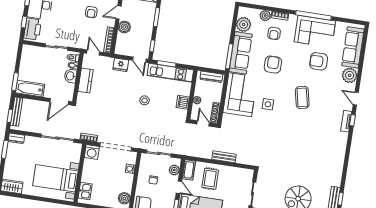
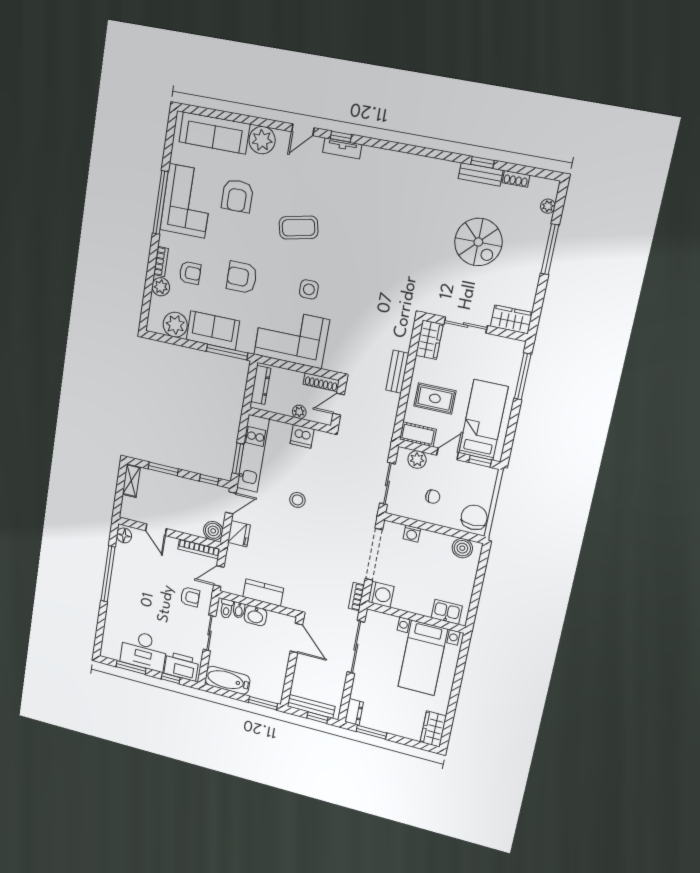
armchair: (91, 12) -> (190, 597), moved
boiler: (124, 27) -> (213, 531), moved
sofa: (241, 53) -> (213, 330), width x0.73
bathtub: (30, 89) -> (228, 680), moved, turned 90
wardrobe: (243, 174) -> (429, 340), added

